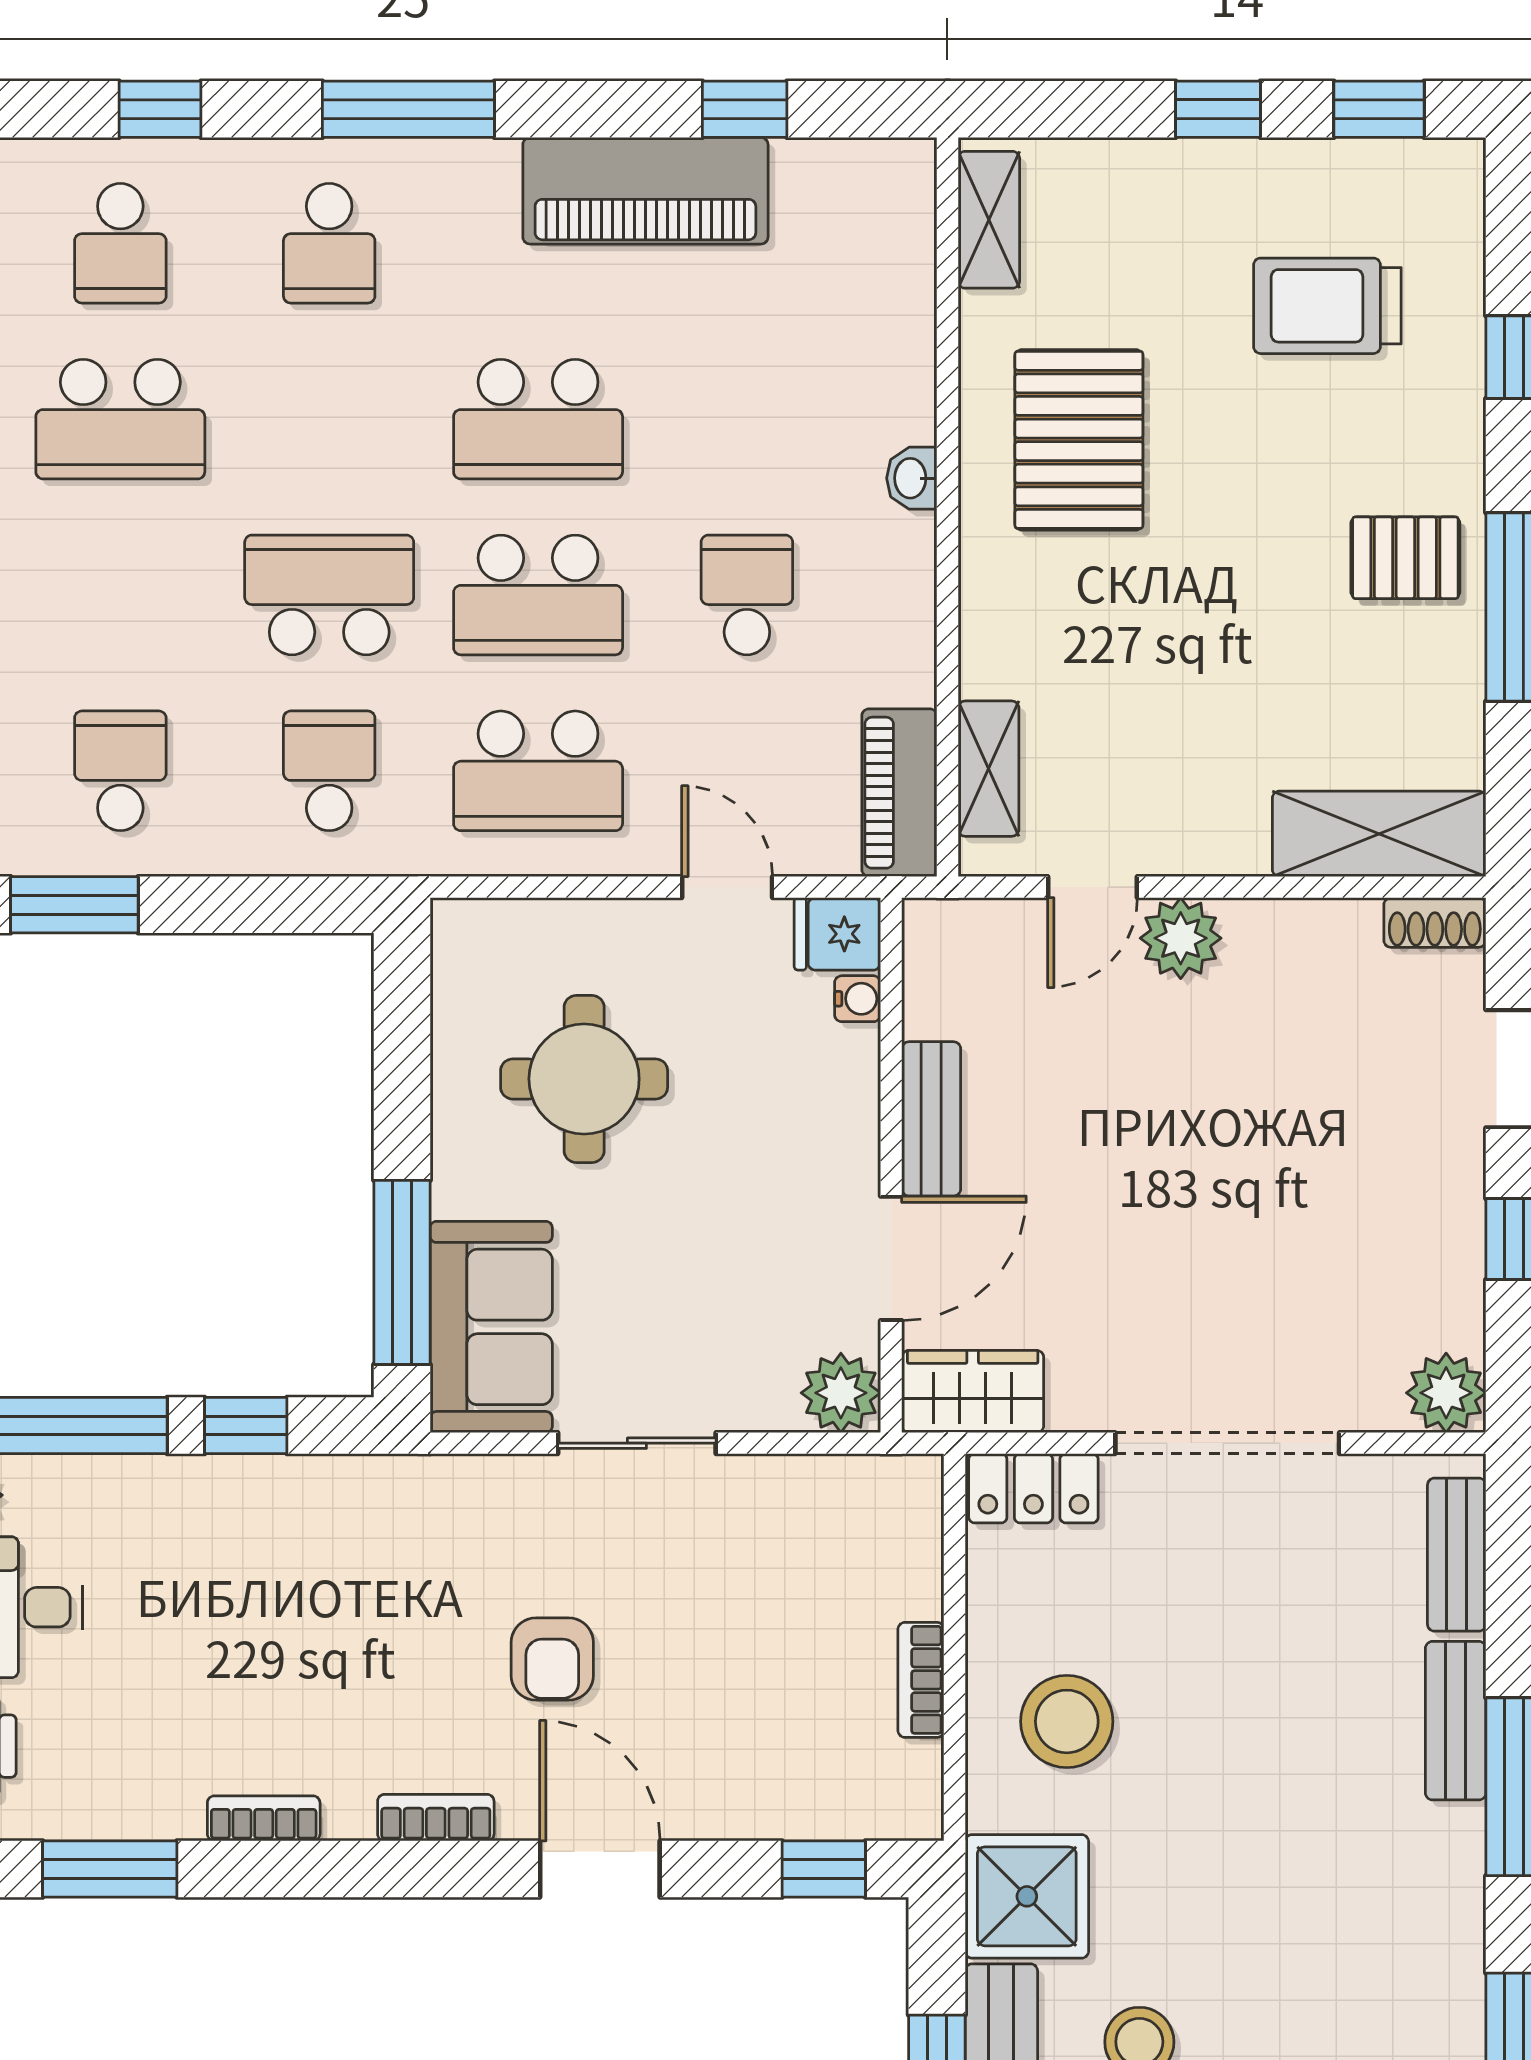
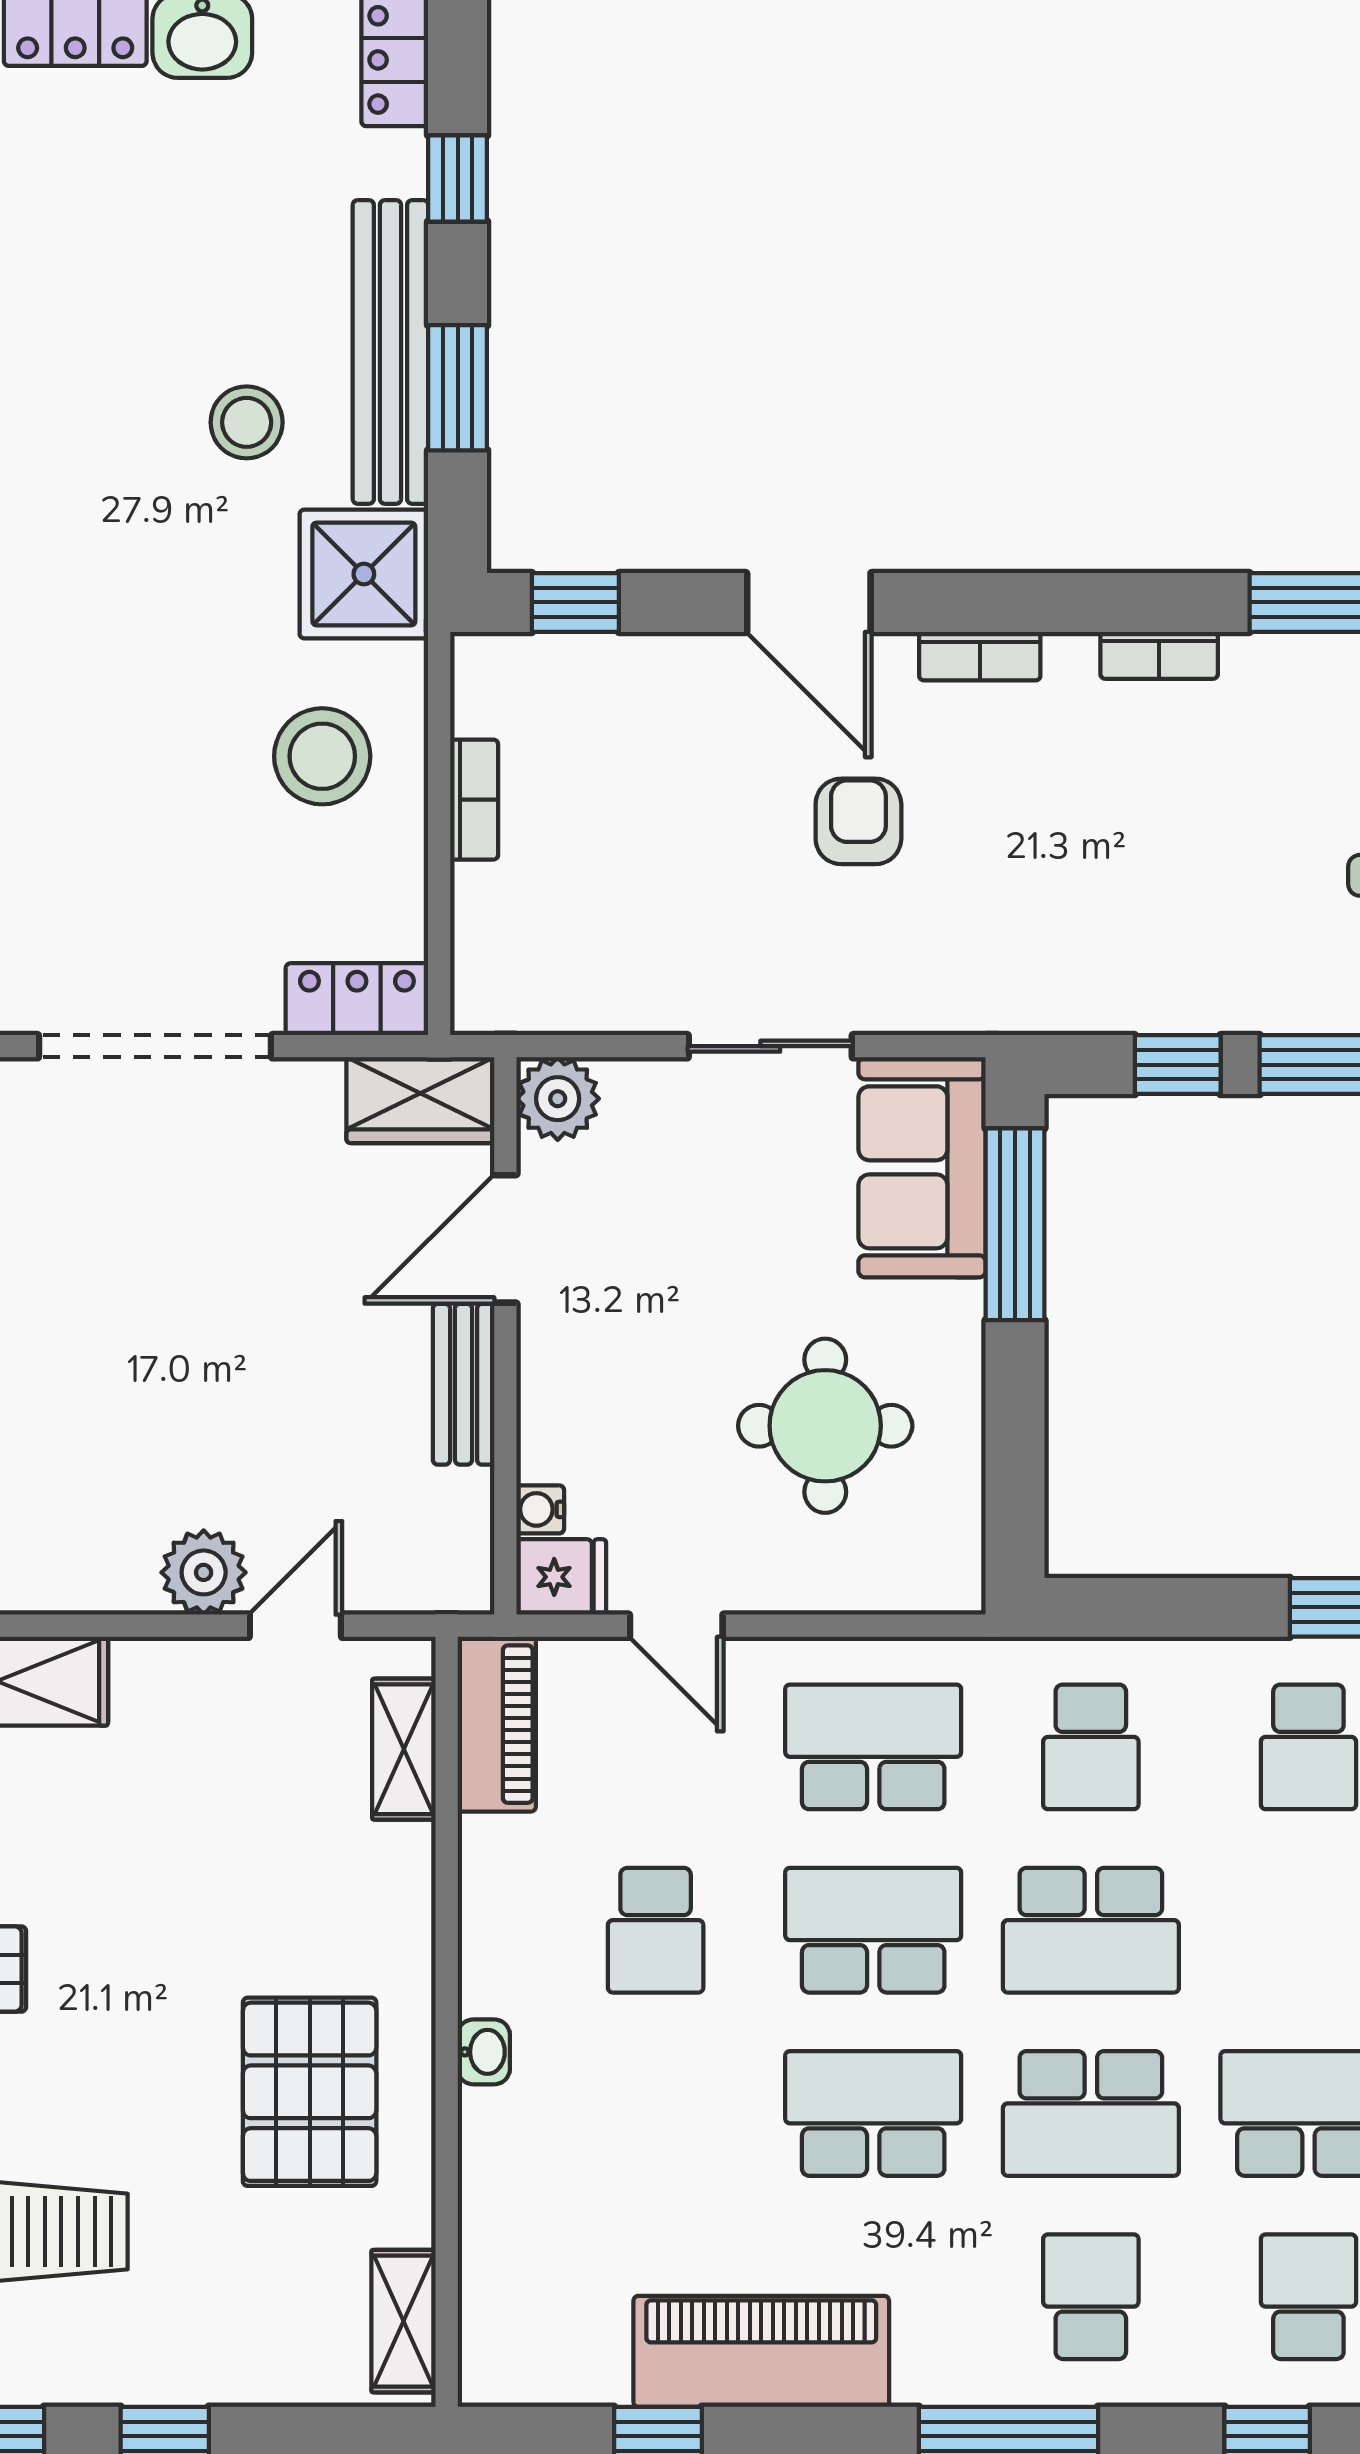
school desk: (329, 419) -> (1091, 2113), added

